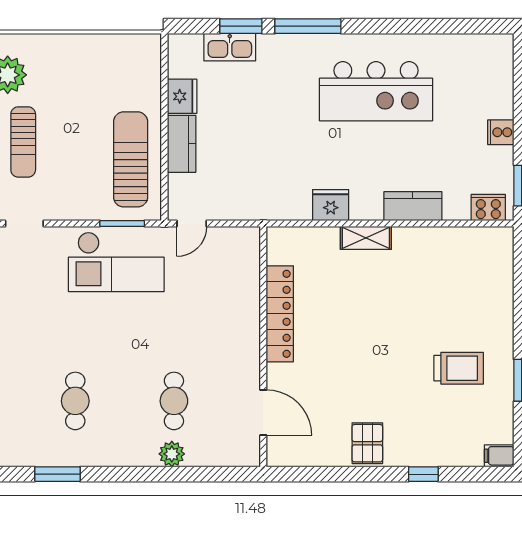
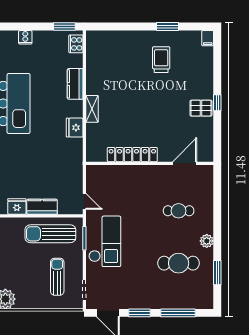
cooker: (501, 132) -> (25, 37), moved
sun lounger: (23, 142) -> (57, 277), moved, turned -90
cafe table: (75, 401) -> (179, 263), width x1.37, depth x1.35
plant: (172, 454) -> (207, 241), moved
window: (423, 474) -> (217, 103), moved

